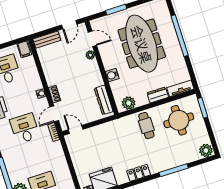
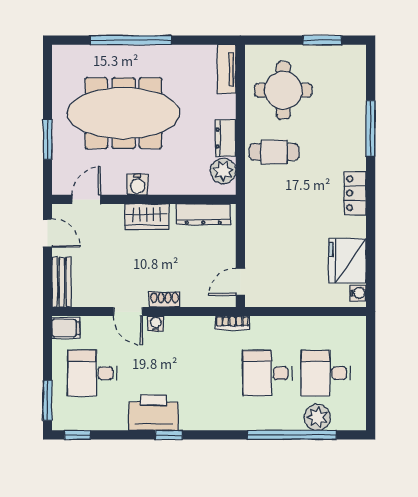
plant: (90, 55) -> (114, 212), removed
wardrobe: (93, 72) -> (147, 216), added
water cooler: (112, 75) -> (138, 184), moved
dresser: (158, 95) -> (226, 138), moved
window: (203, 108) -> (322, 40), moved
door: (54, 114) -> (128, 312), moved
desk: (25, 128) -> (267, 373), moved
plant: (206, 150) -> (354, 59), removed

